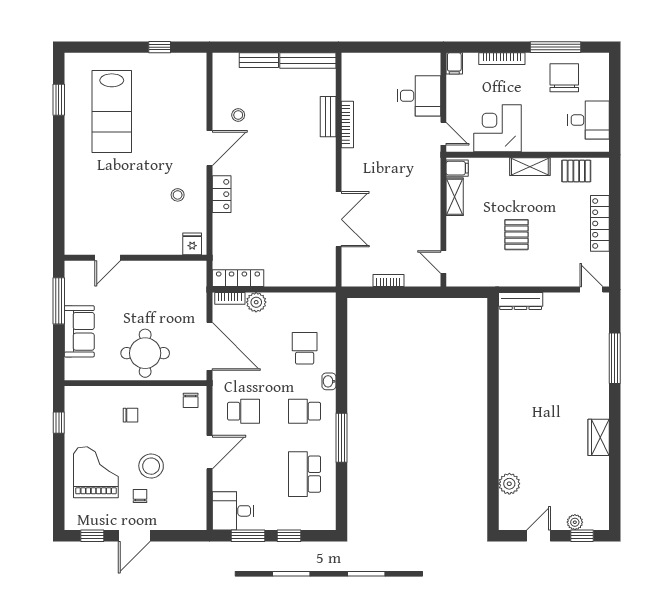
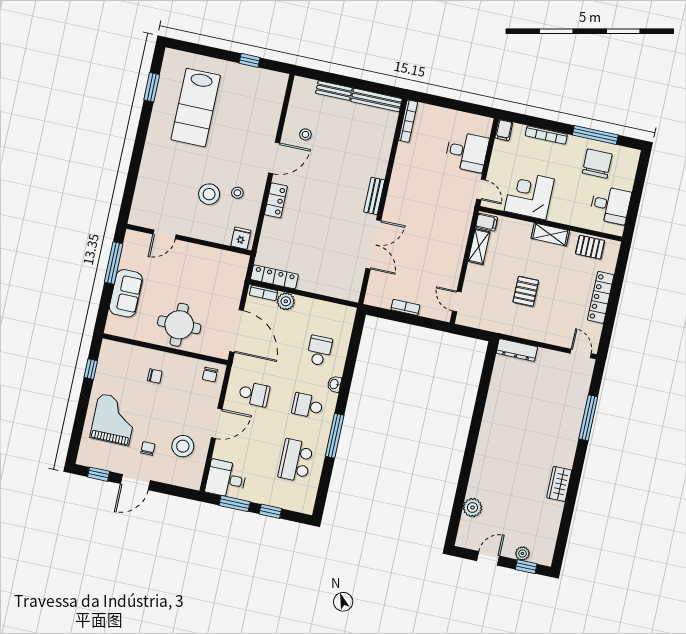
bench: (328, 117) -> (374, 196), moved
bookcase: (347, 124) -> (408, 121), moved
stool: (147, 203) -> (209, 194), added
stool: (151, 466) -> (183, 446), moved

